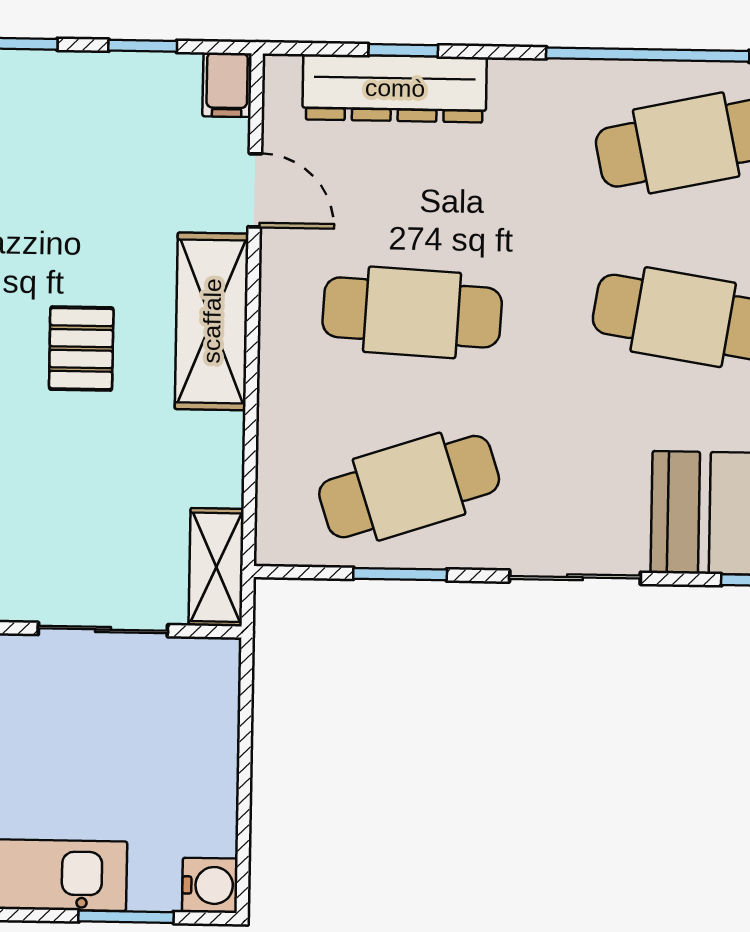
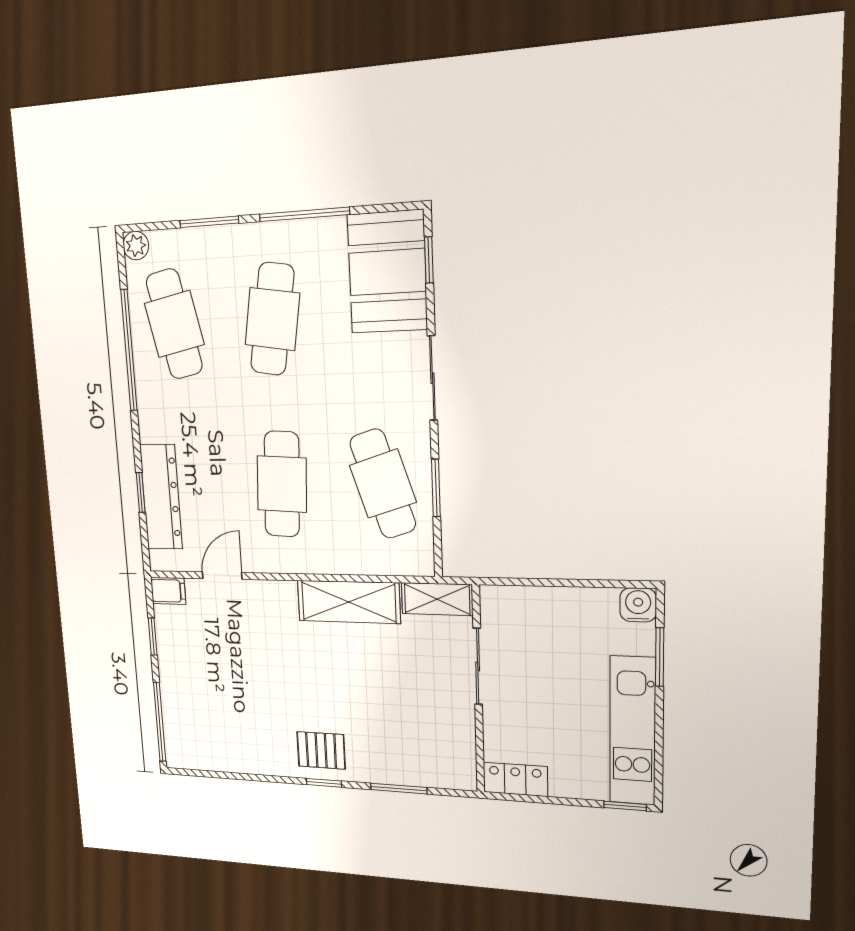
shelving: (212, 321) -> (349, 602), moved
pallet: (81, 349) -> (316, 674), removed

